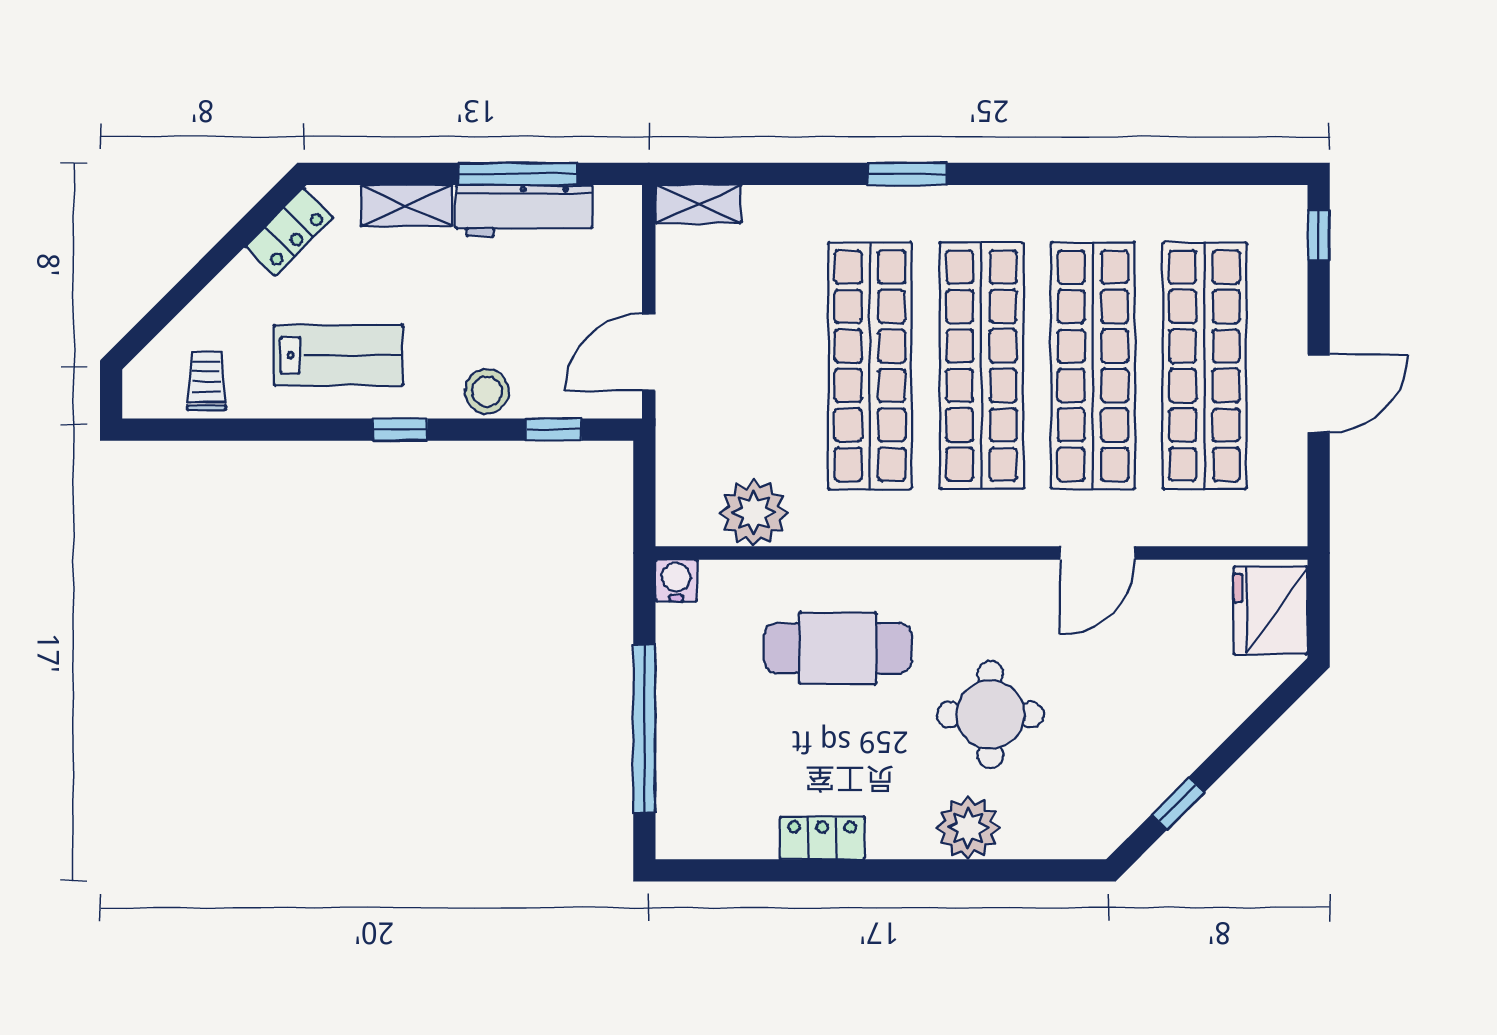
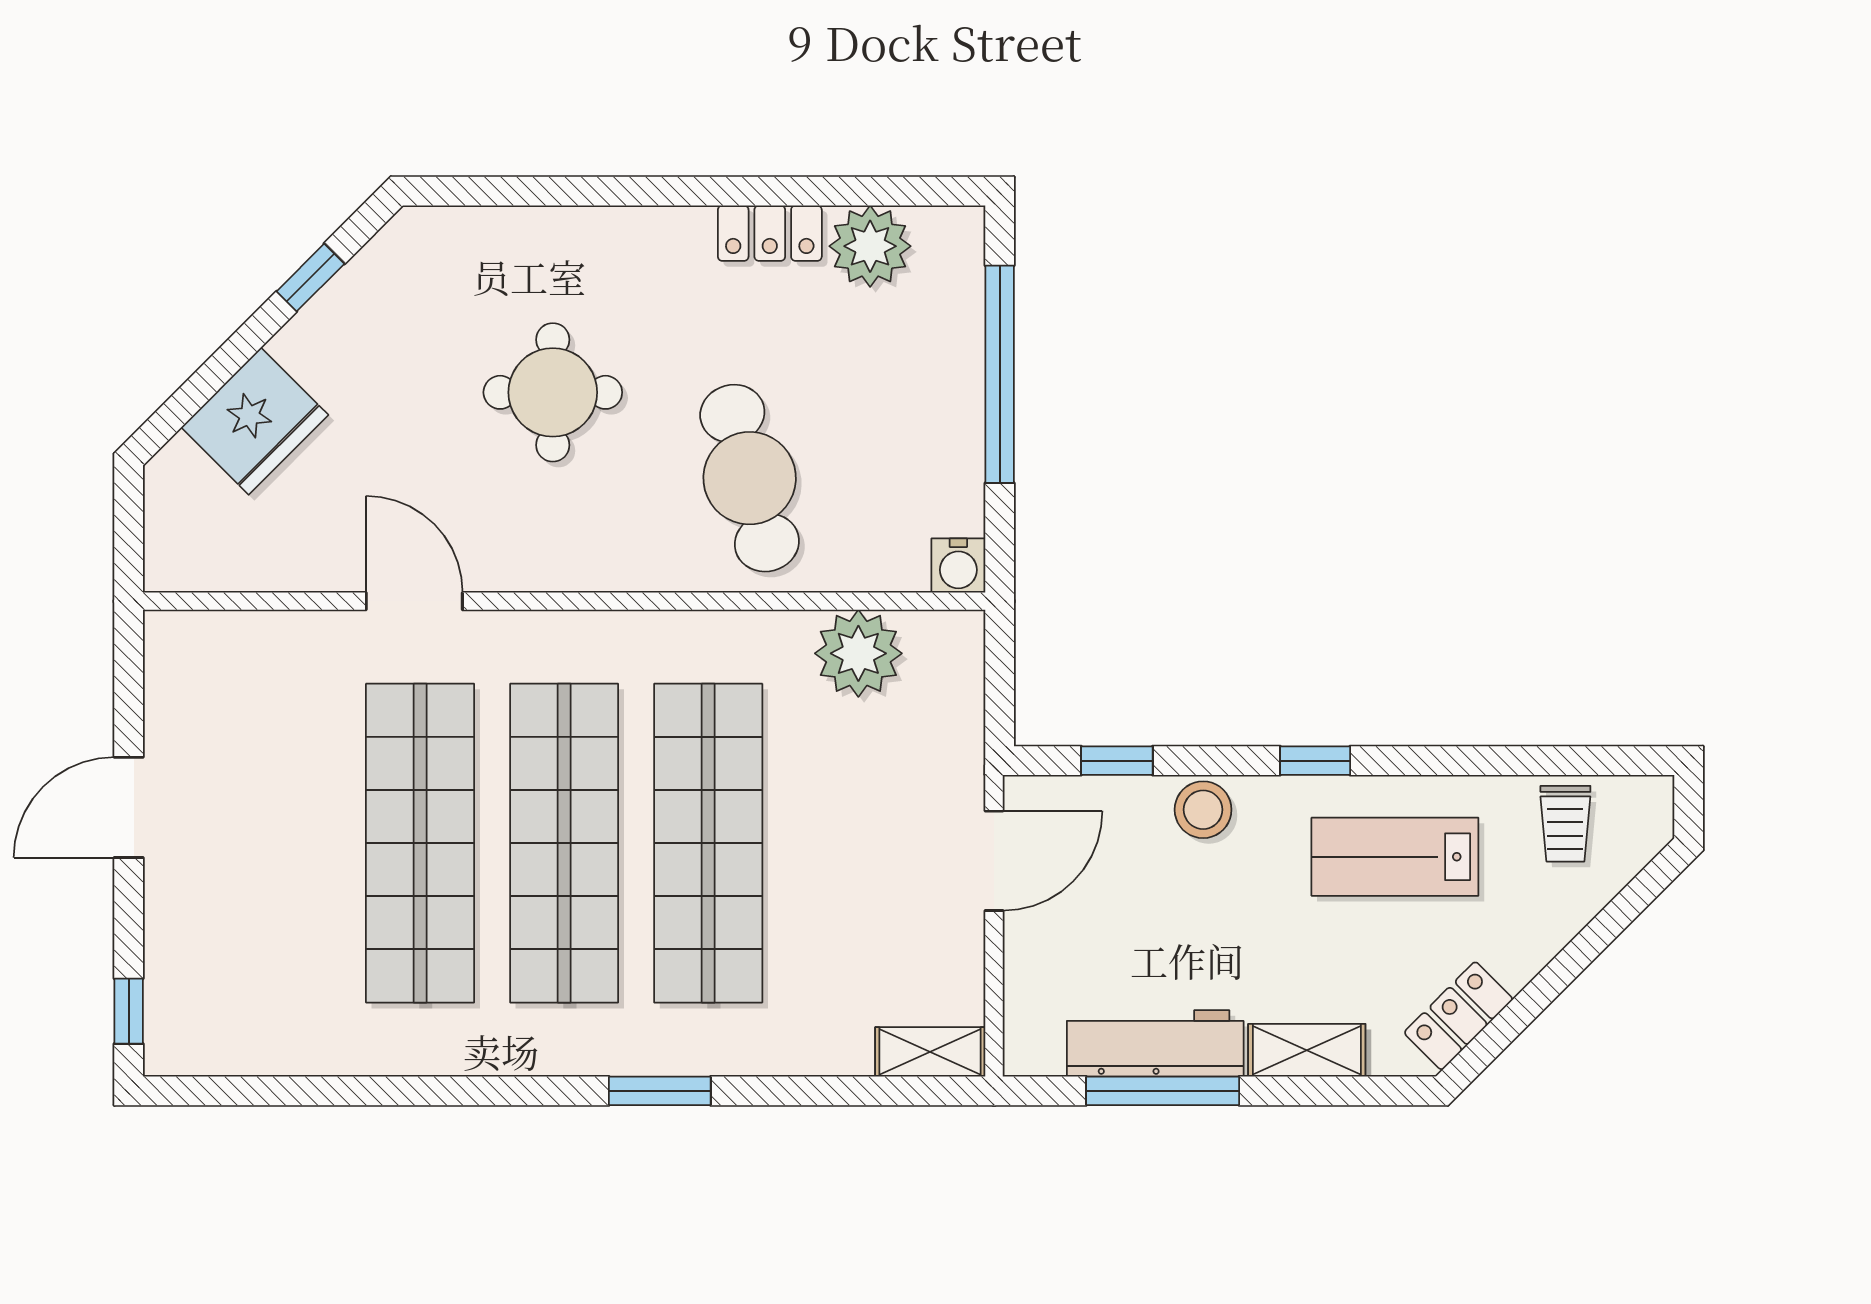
shop shelf: (1204, 366) -> (276, 843), removed
door: (1097, 553) -> (414, 601), hinge flipped
fridge: (1271, 610) -> (255, 421), moved, turned 45
cafe table: (838, 648) -> (750, 478), turned 75
plant: (968, 828) -> (870, 246), moved

